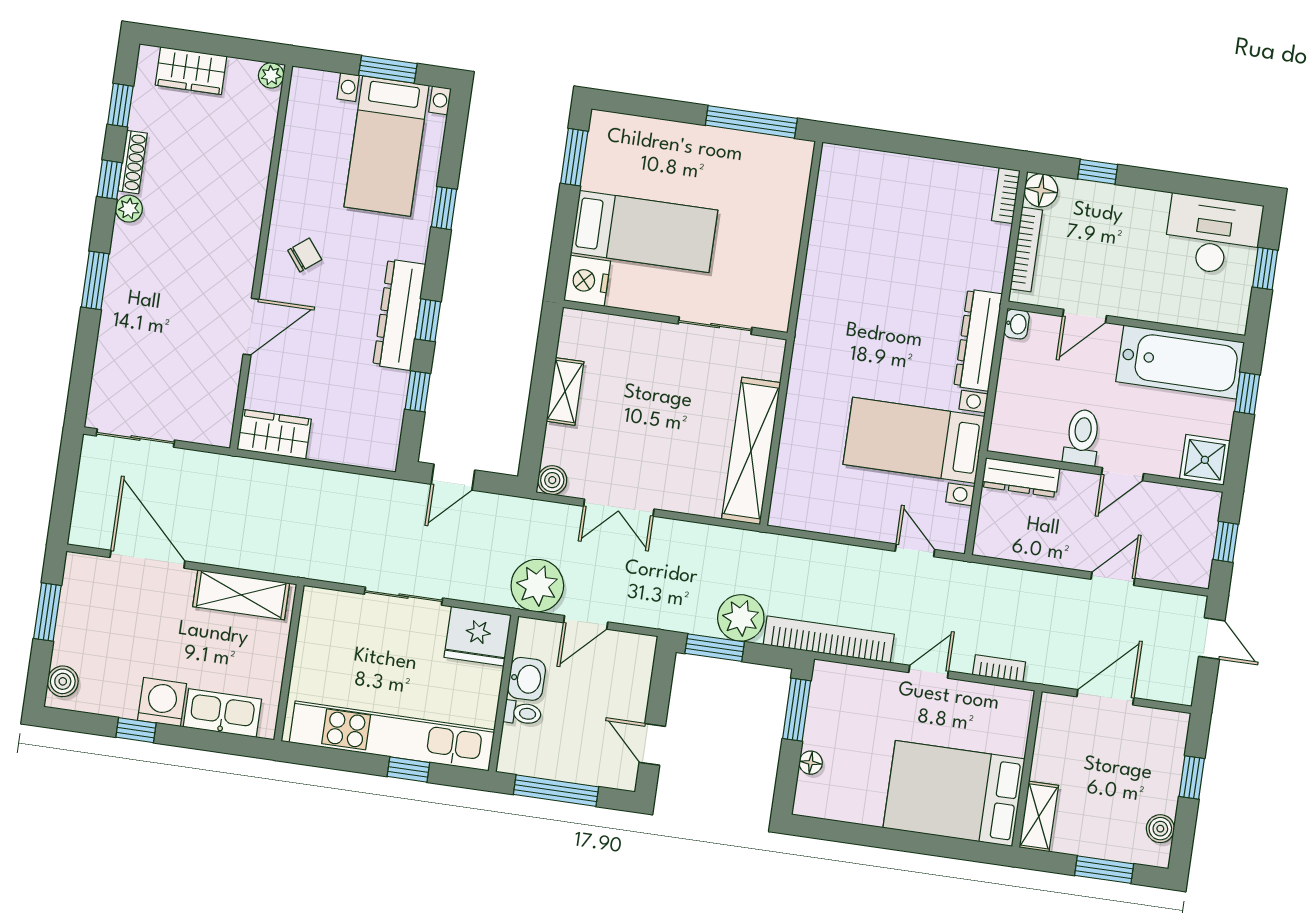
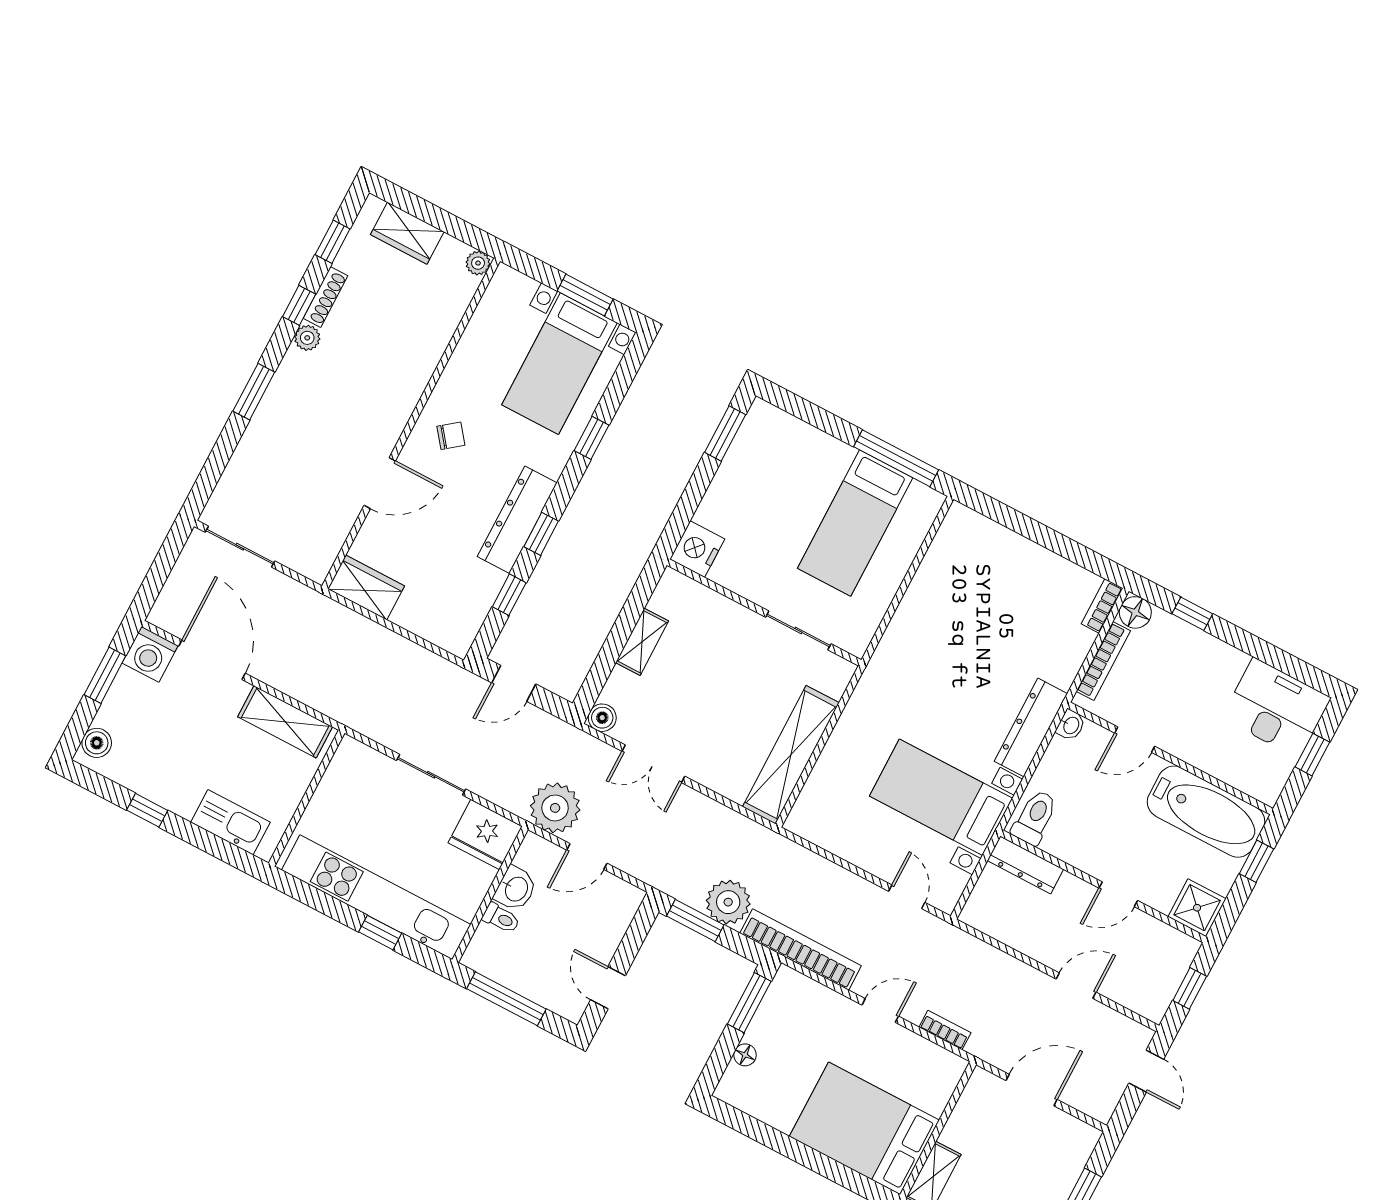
bed: (644, 231) -> (855, 523), moved, turned 90
toilet: (1082, 437) -> (1035, 817), moved
washing machine: (162, 702) -> (150, 654), moved, turned 180

